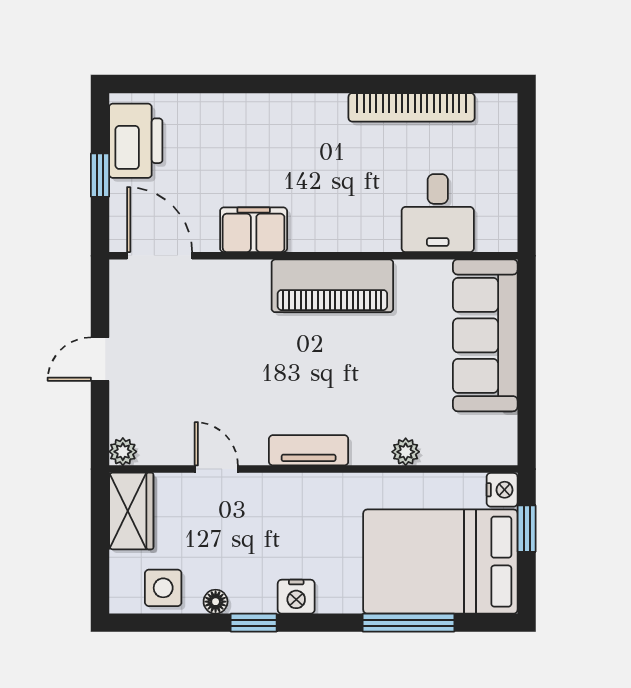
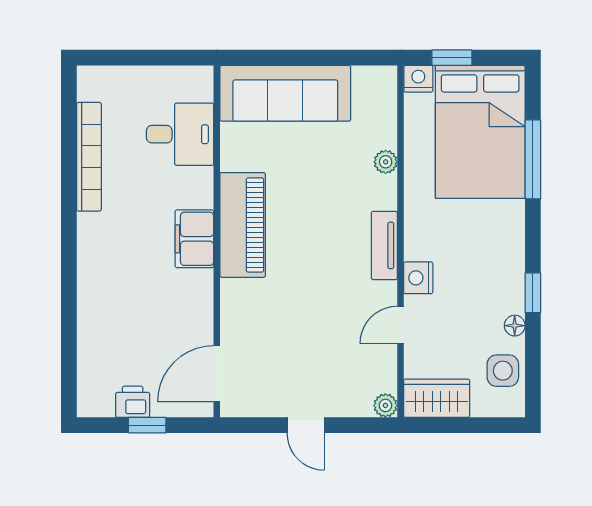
printer: (136, 141) -> (133, 402), width x0.53, depth x0.68
filing cabinet: (254, 230) -> (194, 239), moved
nightstand: (296, 597) -> (418, 278), moved, turned 180

